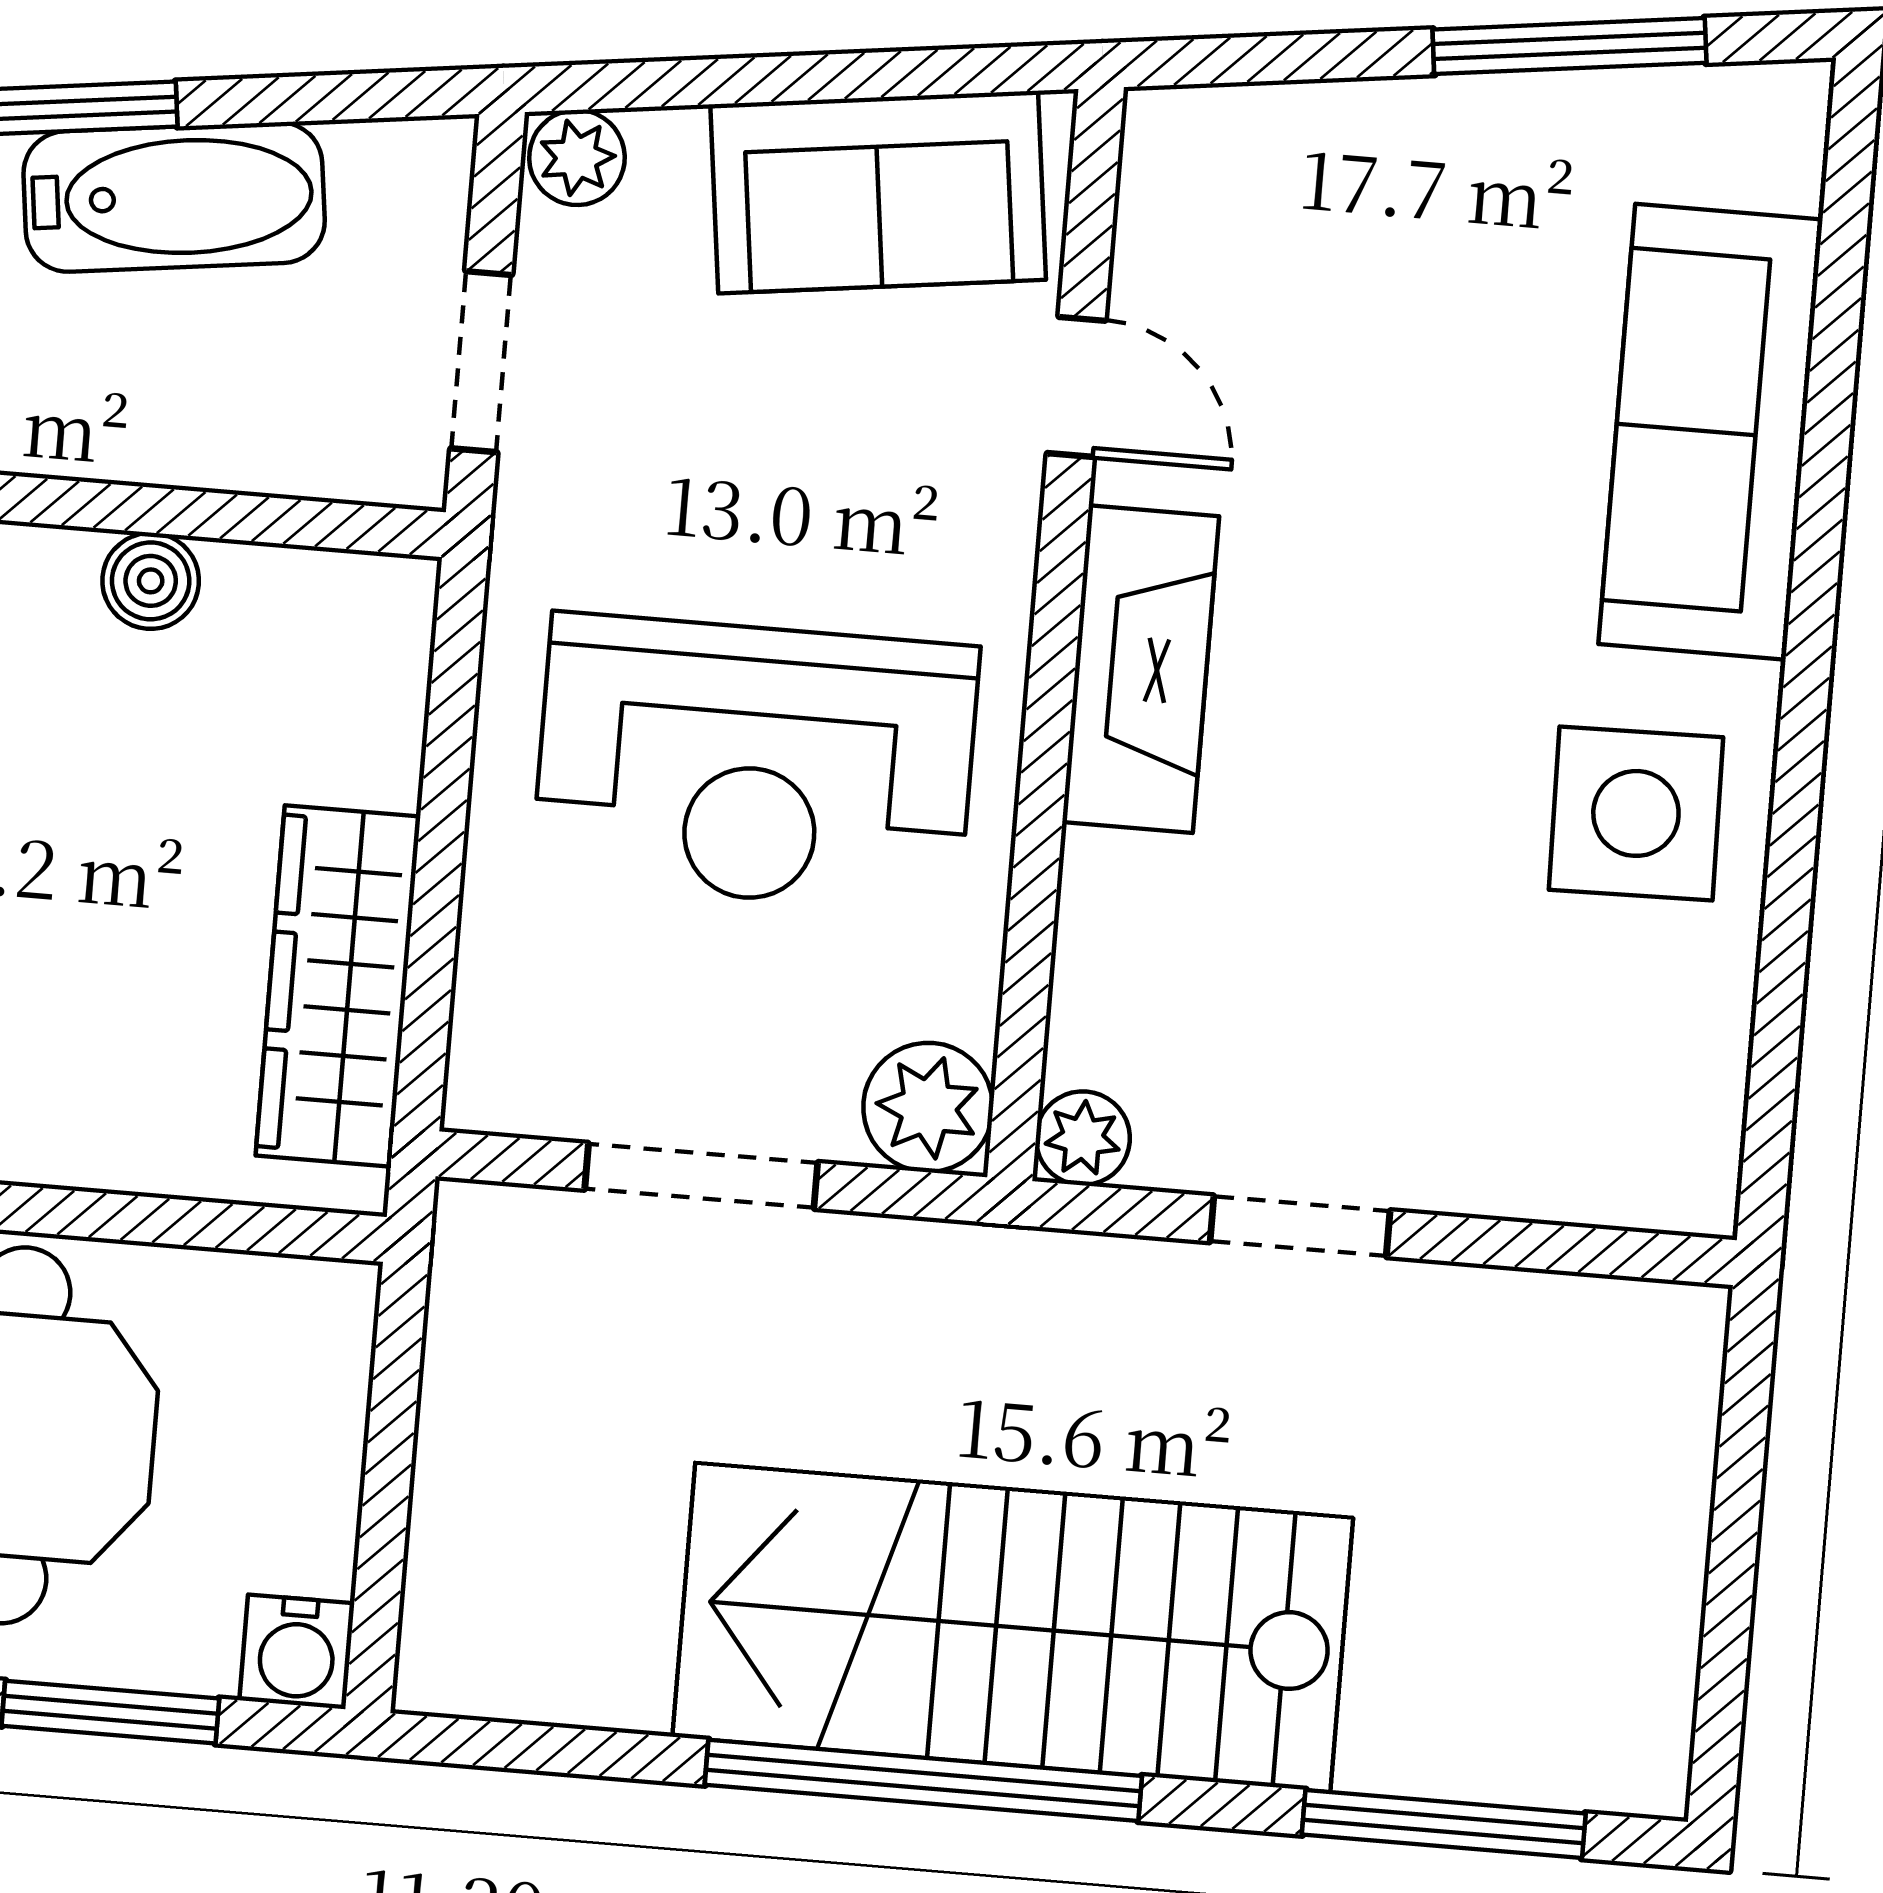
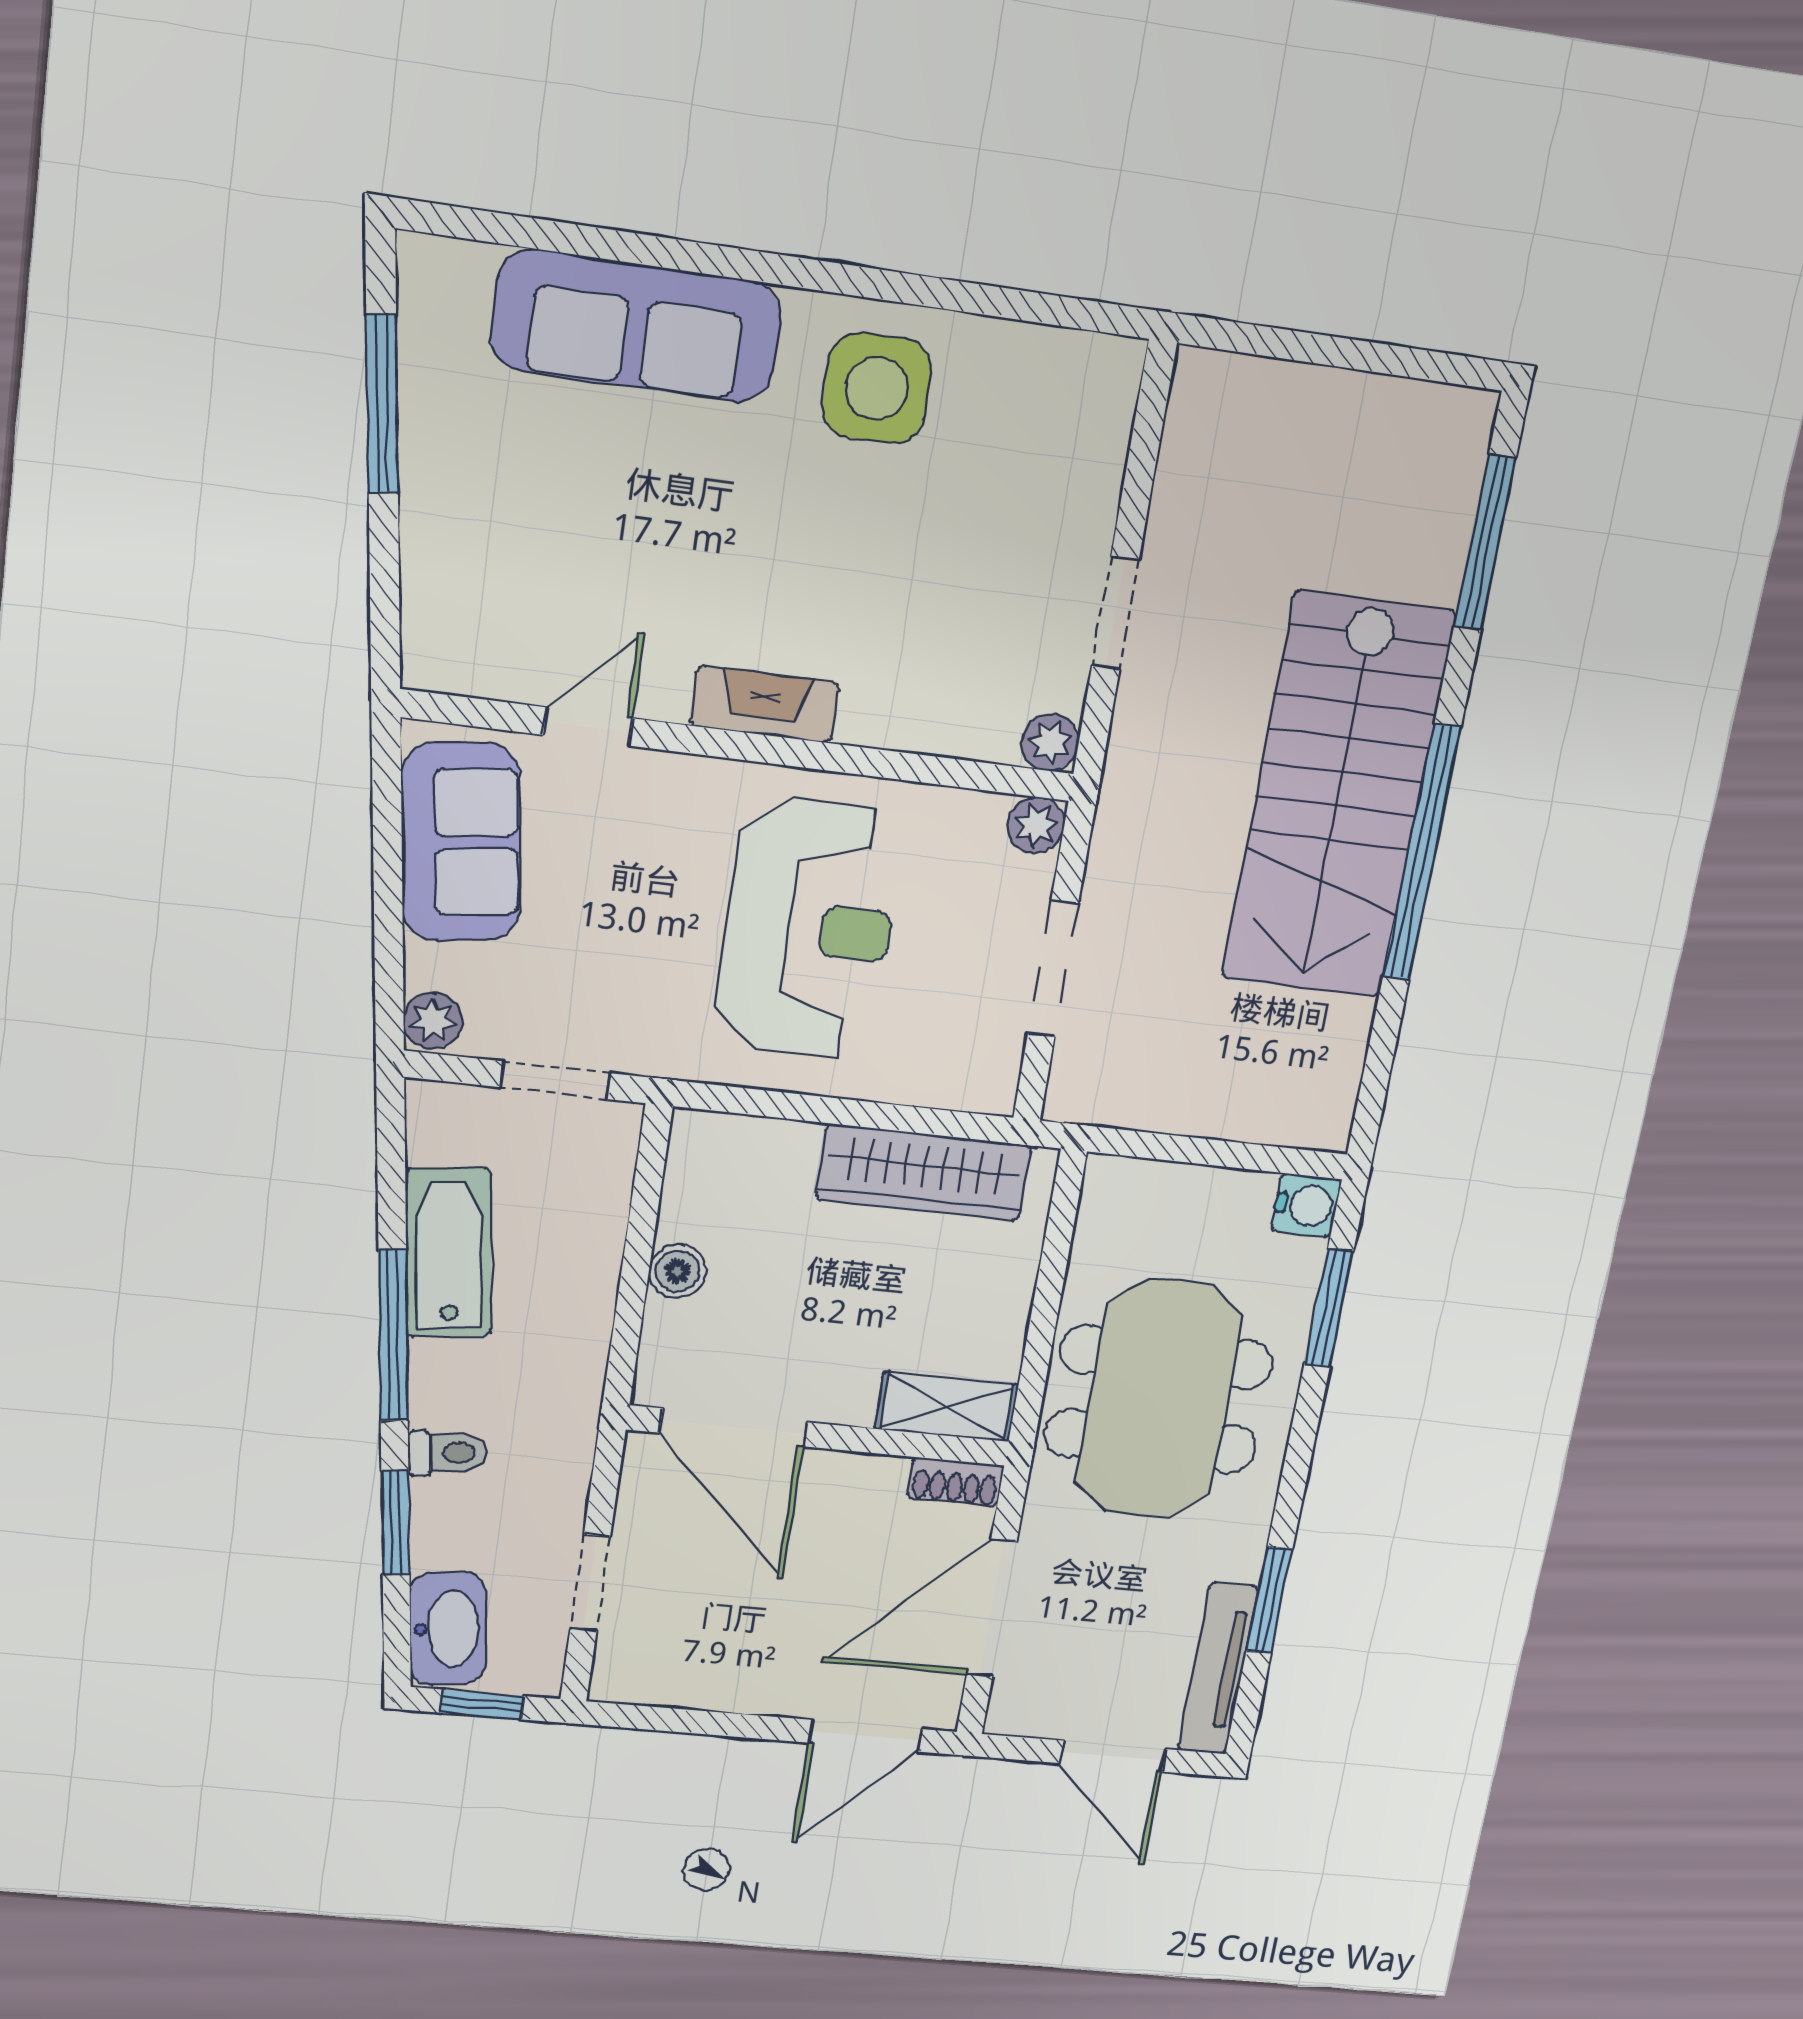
fireplace: (1141, 669) -> (764, 704), width x0.73, depth x0.76
plant: (928, 1107) -> (1036, 825), width x0.73, depth x0.73

